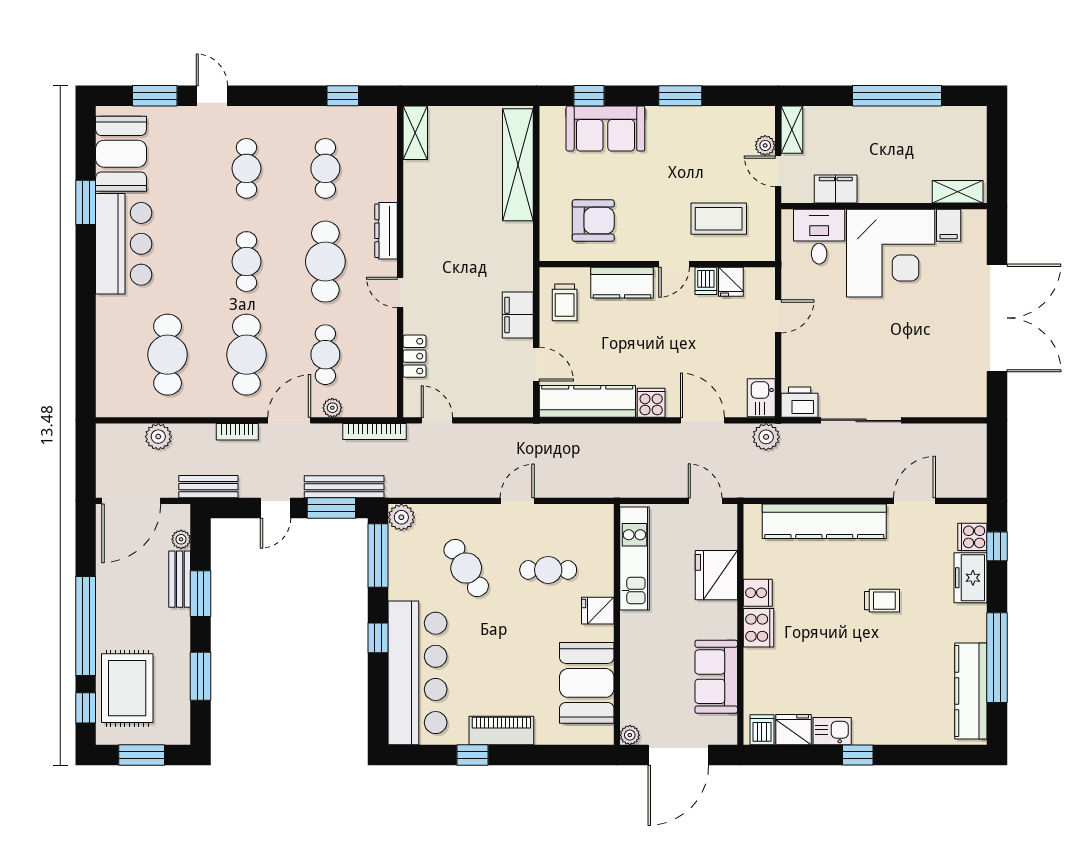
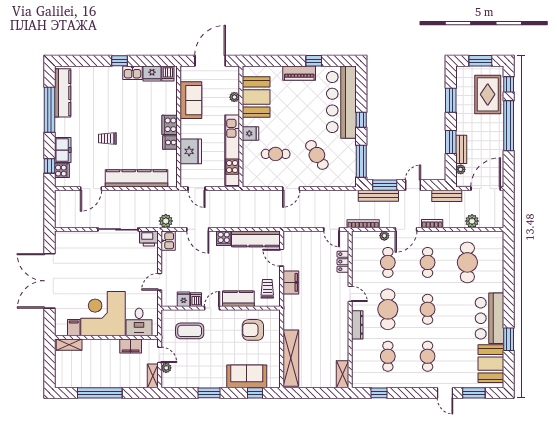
cafe table: (246, 355) -> (428, 262), width x0.73, depth x0.74
plant: (401, 517) -> (350, 180), removed
kitchen unit: (634, 558) -> (232, 150), width x1.36
plant: (630, 735) -> (234, 97), moved

